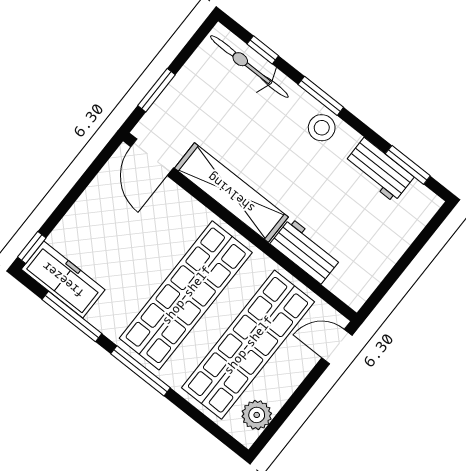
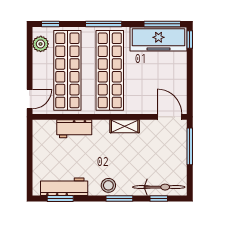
window: (156, 90) -> (190, 146), width x1.44
workbench: (379, 170) -> (64, 187), width x1.37
shelving: (231, 193) -> (125, 126), width x0.45, depth x0.75
freezer: (63, 280) -> (159, 39), width x1.36, depth x1.26
window: (72, 317) -> (162, 24), moved
window: (219, 433) -> (50, 24), added

